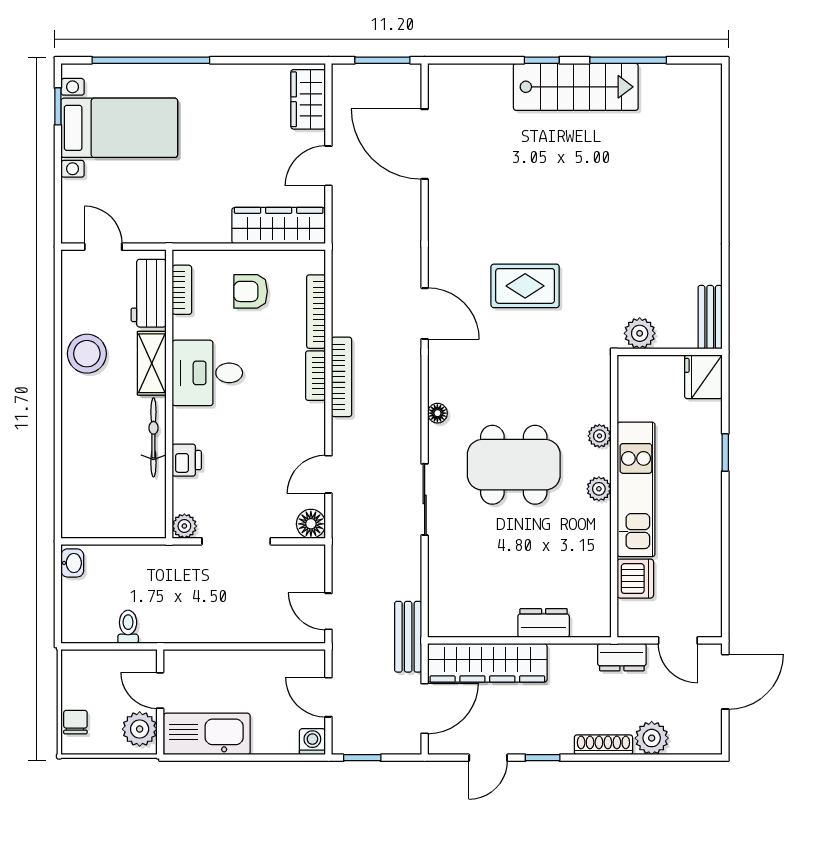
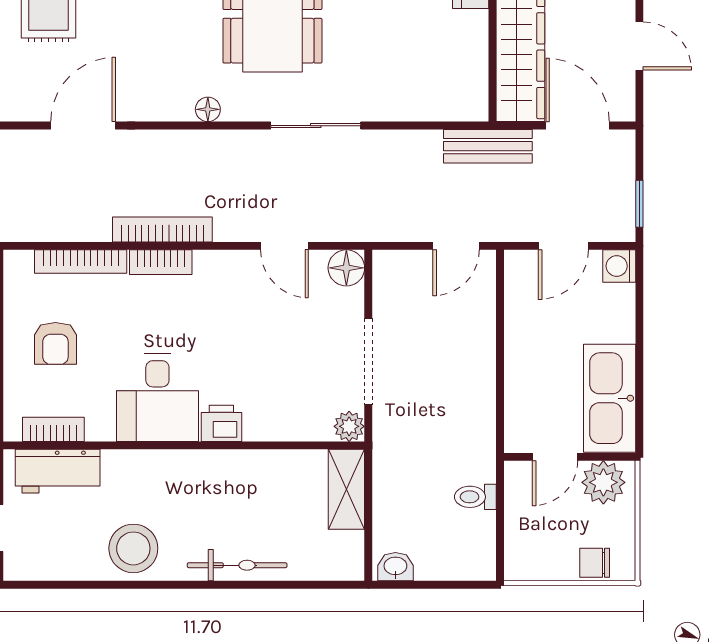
shelving: (152, 363) -> (346, 489), moved, turned 90
bicycle: (153, 437) -> (237, 565), moved, turned 180
printer: (187, 460) -> (221, 423), moved

